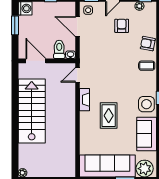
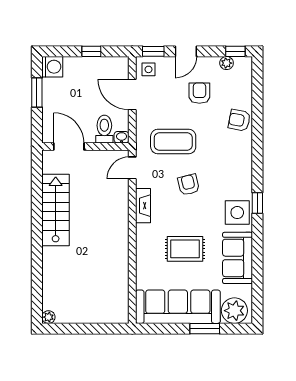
coffee table: (147, 66) -> (173, 142), moved, width x1.86, depth x1.72
armchair: (114, 86) -> (189, 185), added
stairs: (32, 111) -> (56, 210), width x0.73, depth x0.66
rug: (109, 116) -> (185, 249), moved, turned 90

